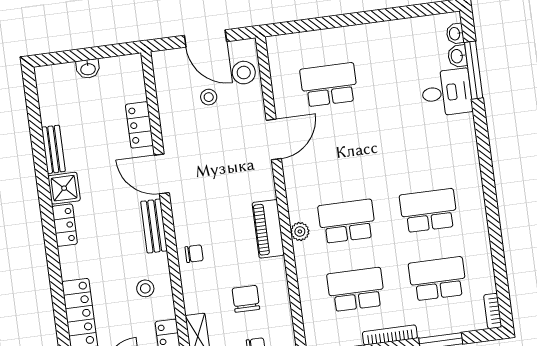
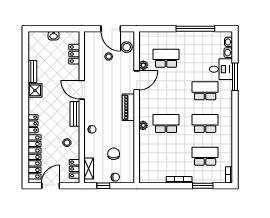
window: (382, 15) -> (195, 29), added
window: (474, 70) -> (235, 77), moved
plant: (284, 106) -> (143, 65), added
locker: (139, 125) -> (74, 54), moved
locker: (65, 225) -> (33, 124), moved
piano: (268, 229) -> (128, 107), moved
school desk: (356, 290) -> (205, 91), moved

